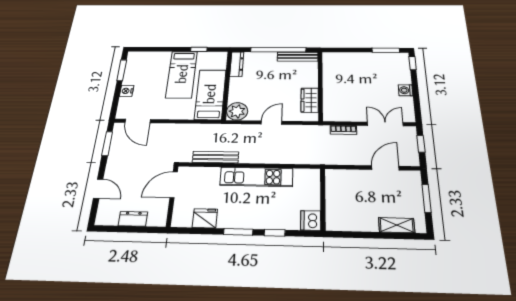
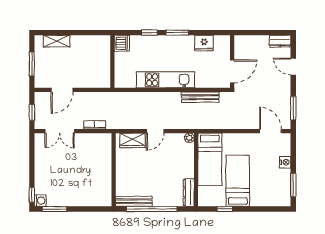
washing machine: (406, 90) -> (40, 201), moved
wardrobe: (310, 100) -> (133, 140), moved, turned 90
plant: (237, 111) -> (189, 138), width x0.53, depth x0.53
dresser: (133, 219) -> (280, 41), moved

